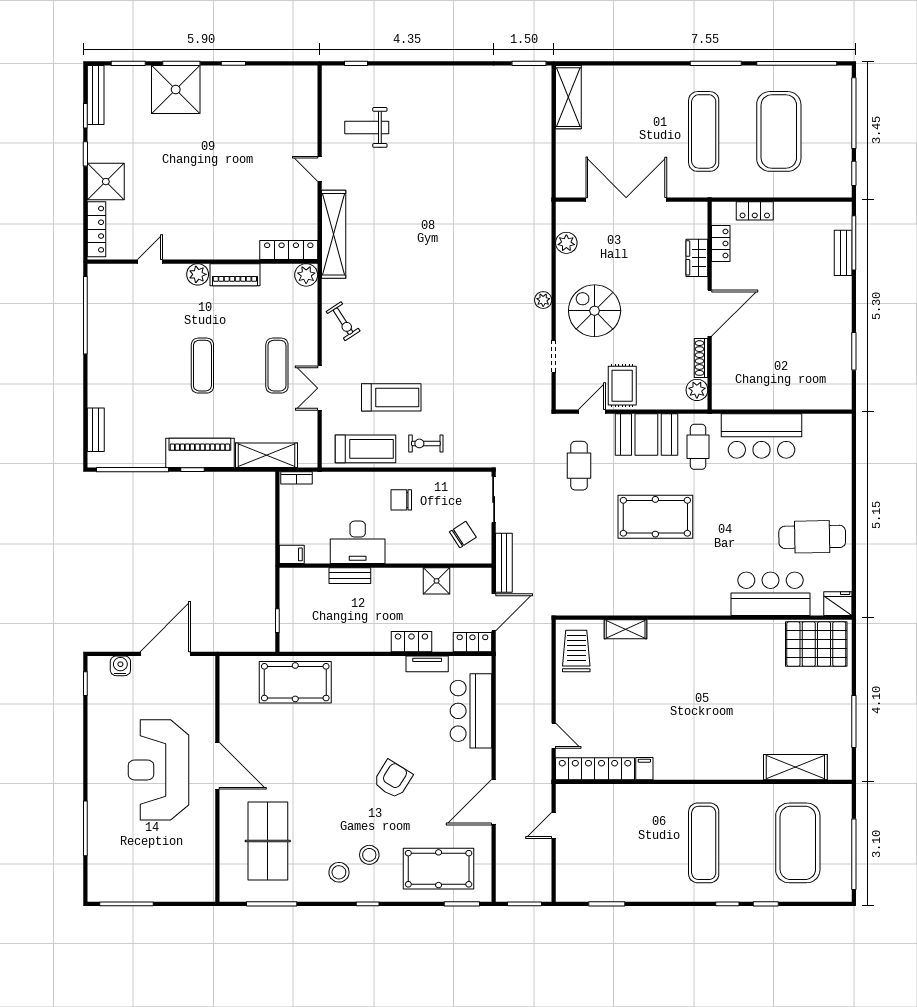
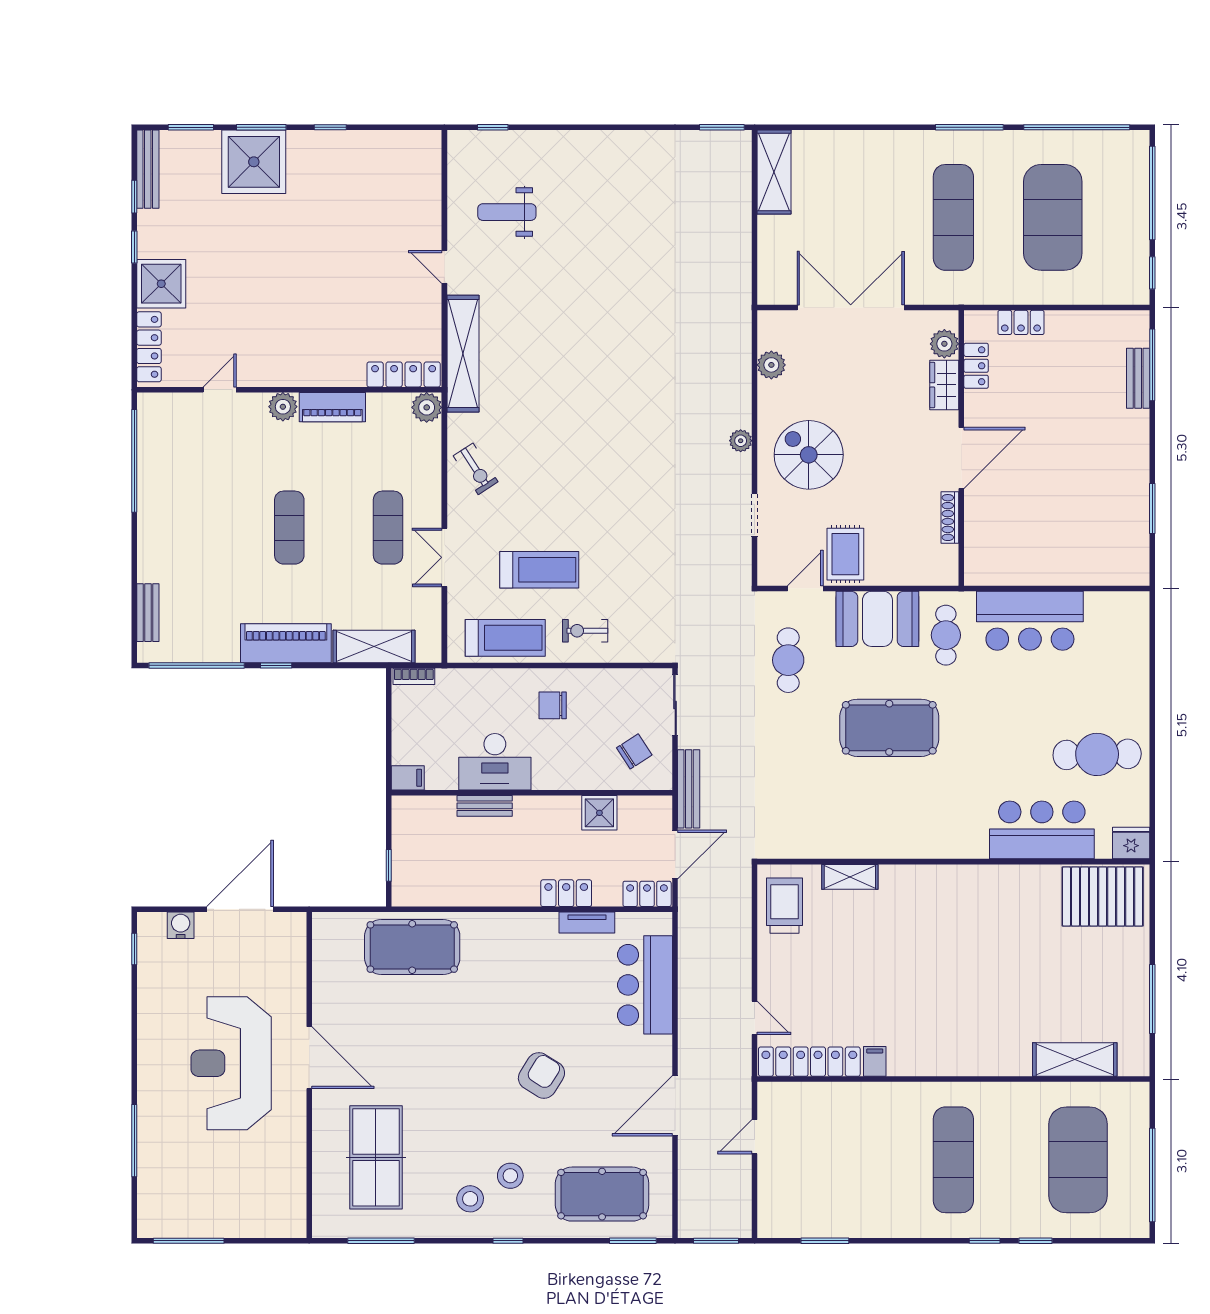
plant: (697, 390) -> (944, 344), moved

